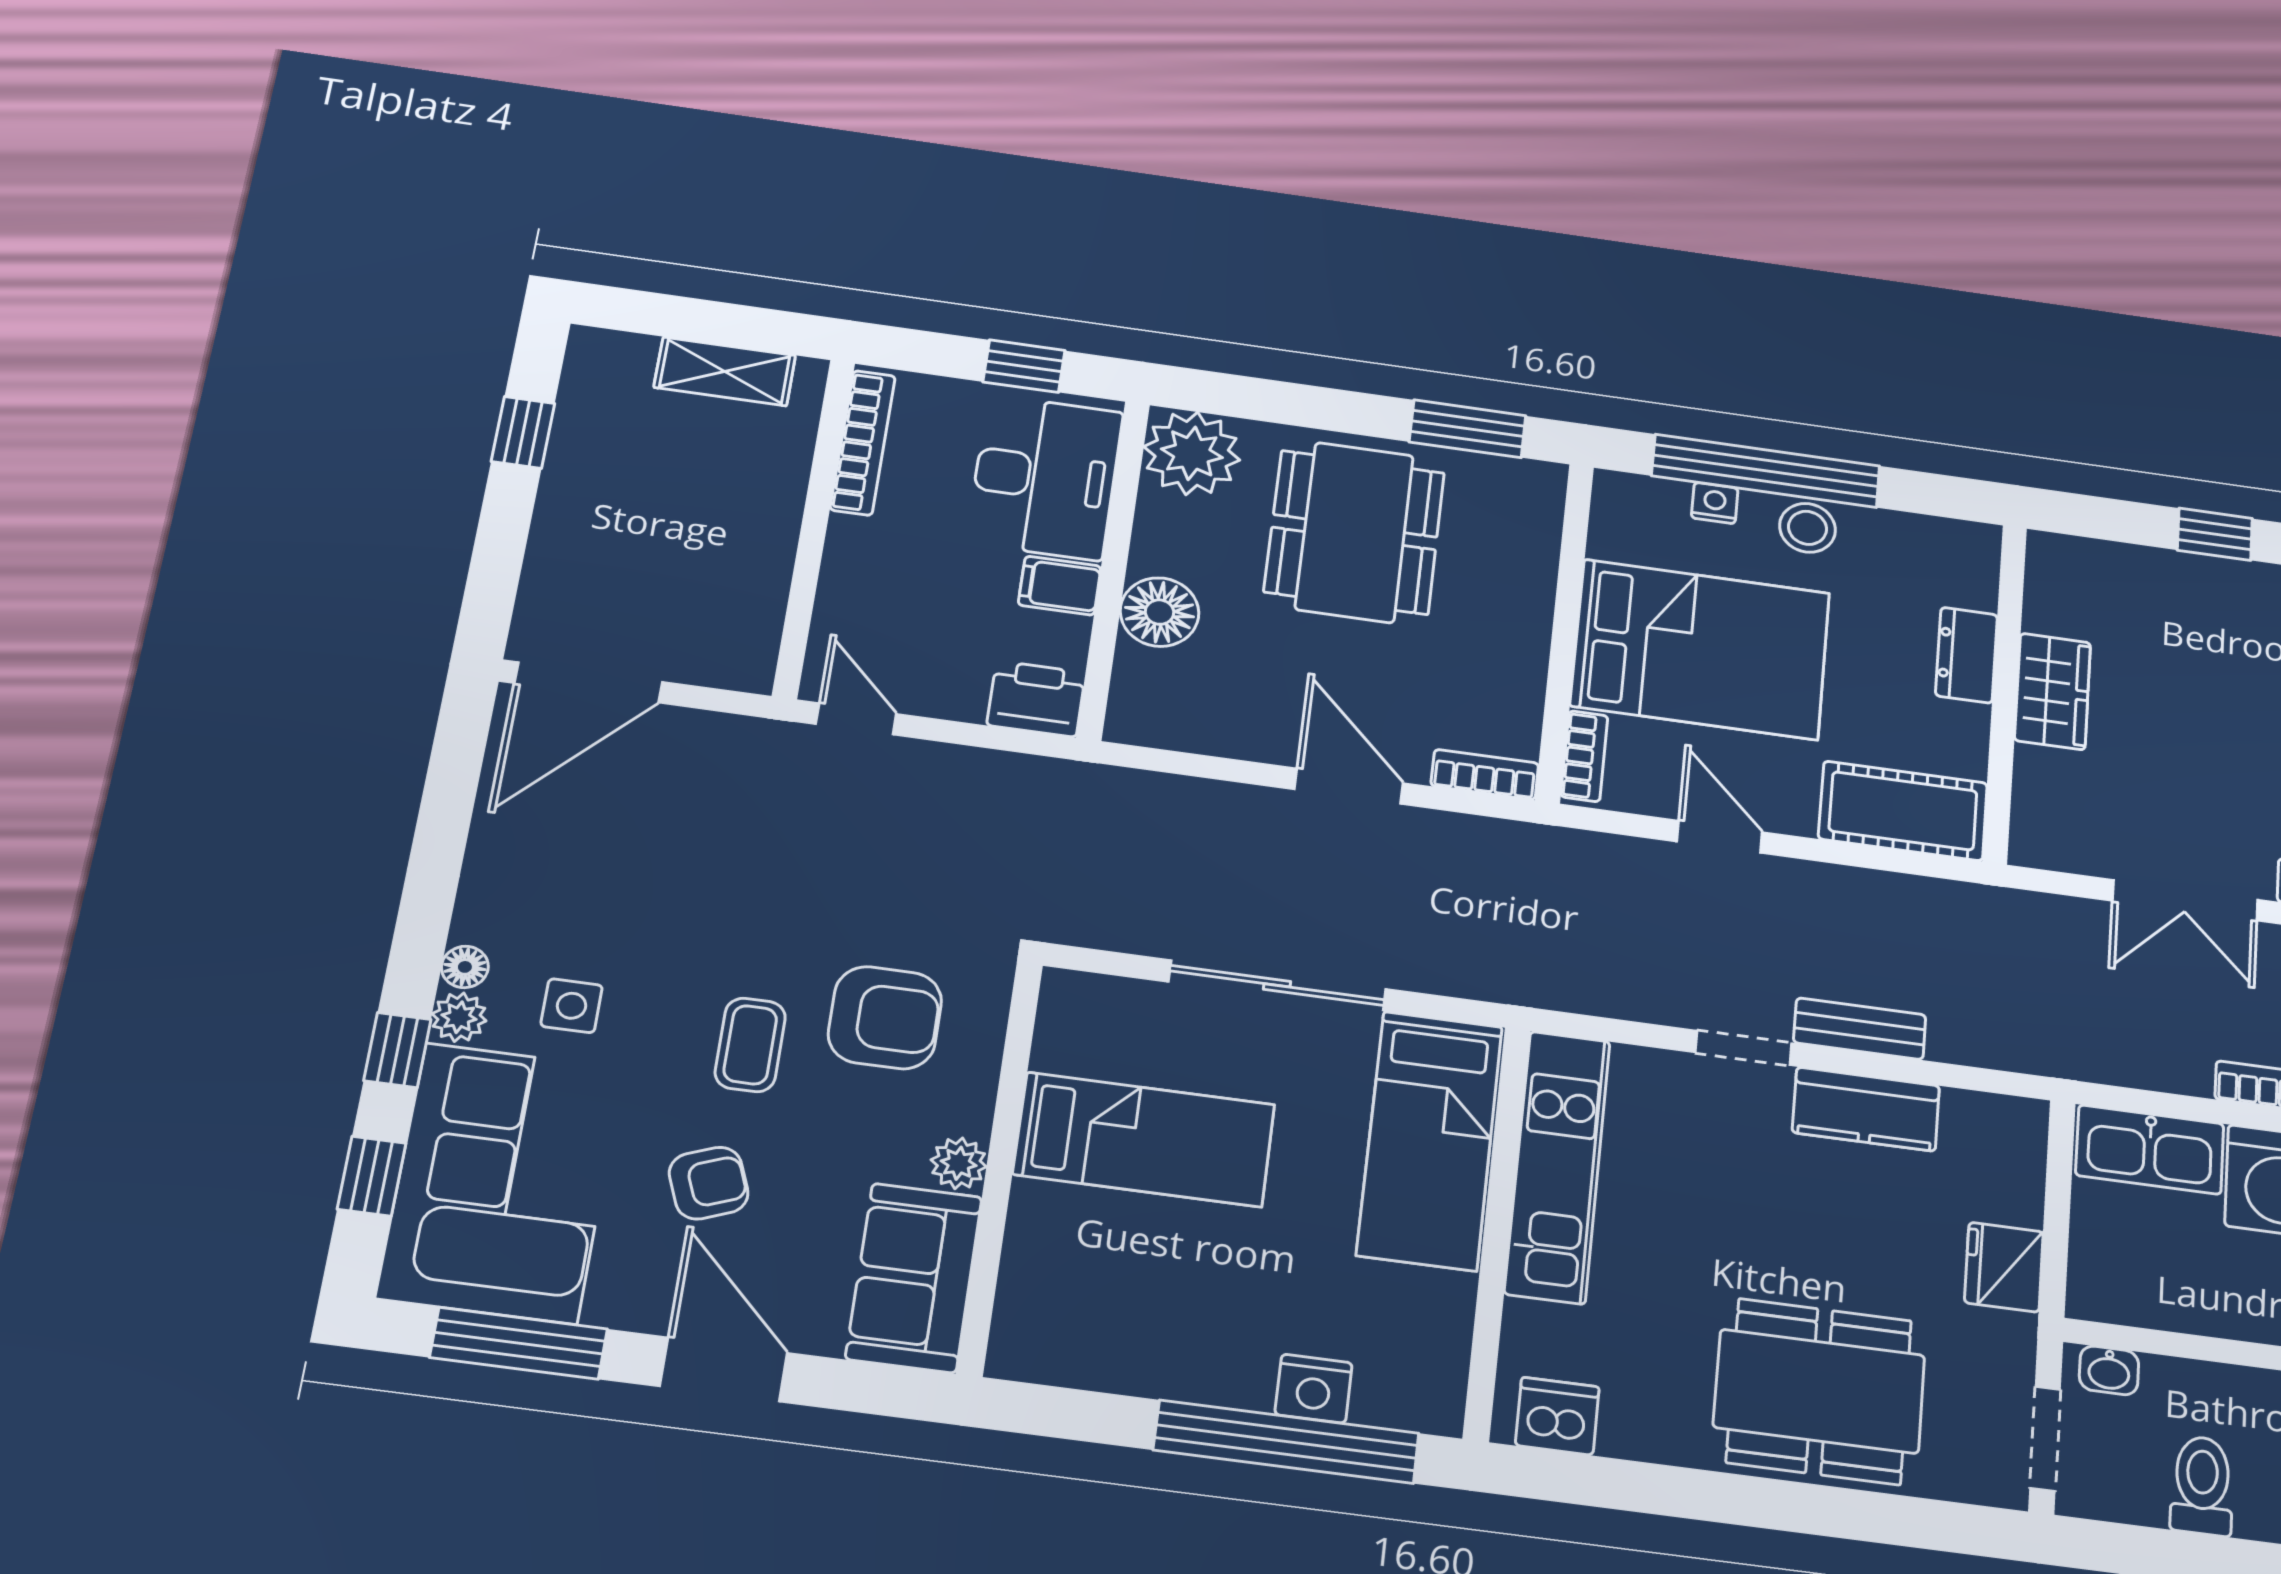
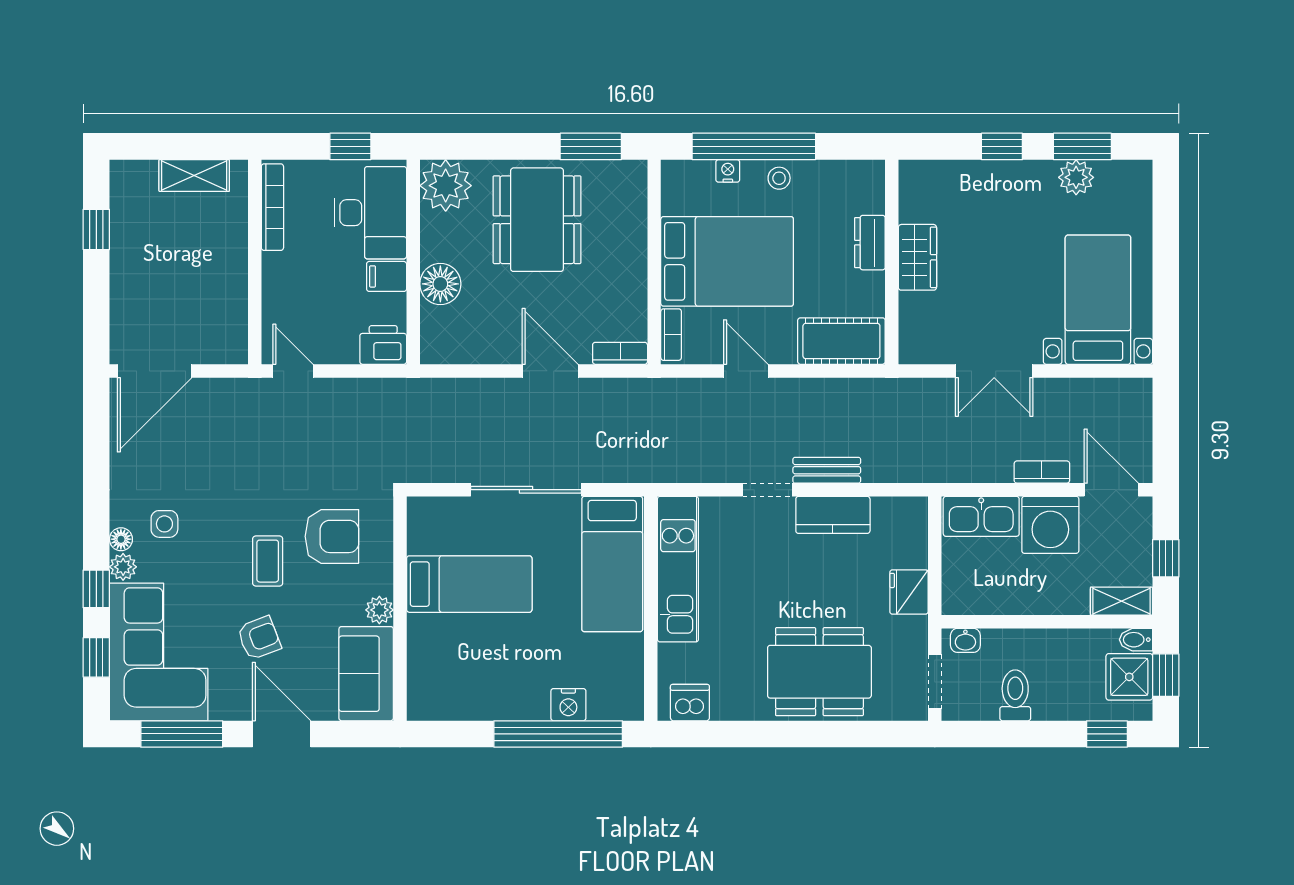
stool: (1807, 528) -> (779, 178), width x0.73, depth x0.73
side table: (572, 1006) -> (164, 524), moved

